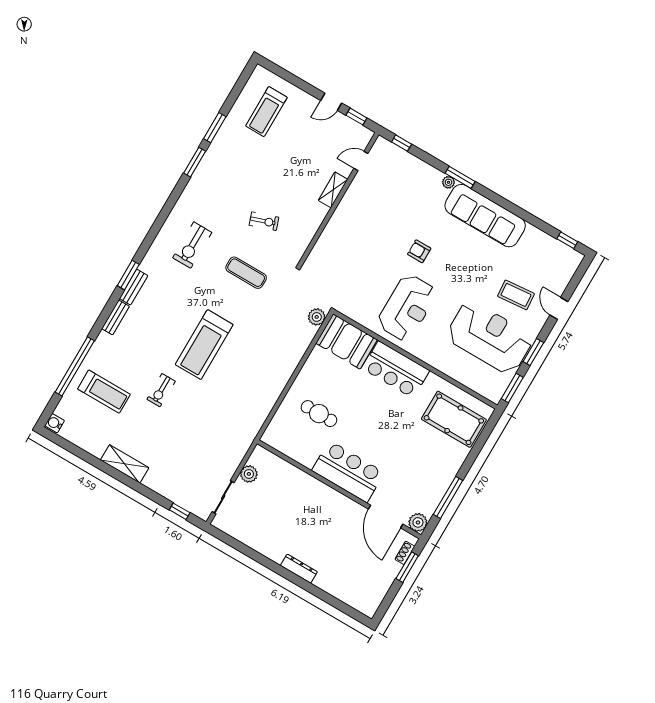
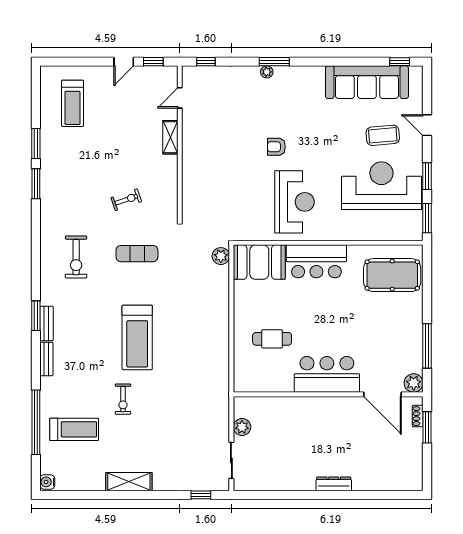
sofa: (485, 216) -> (367, 82), moved

